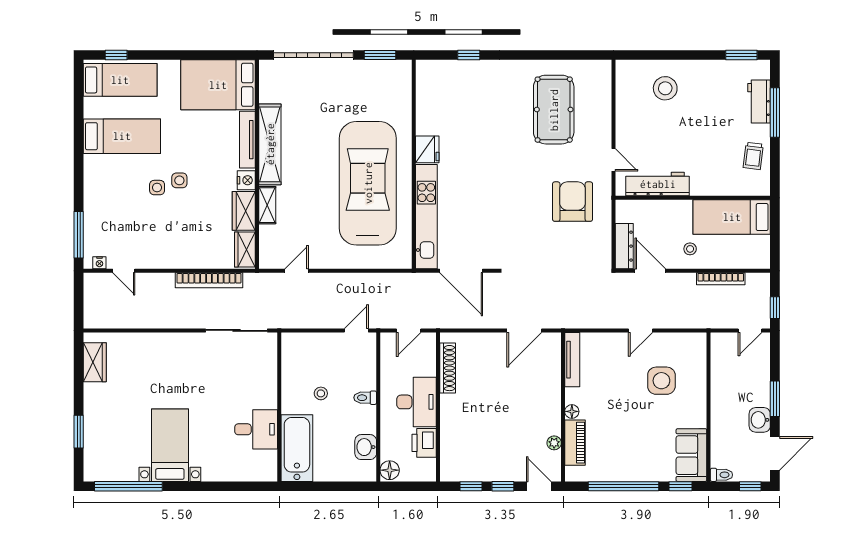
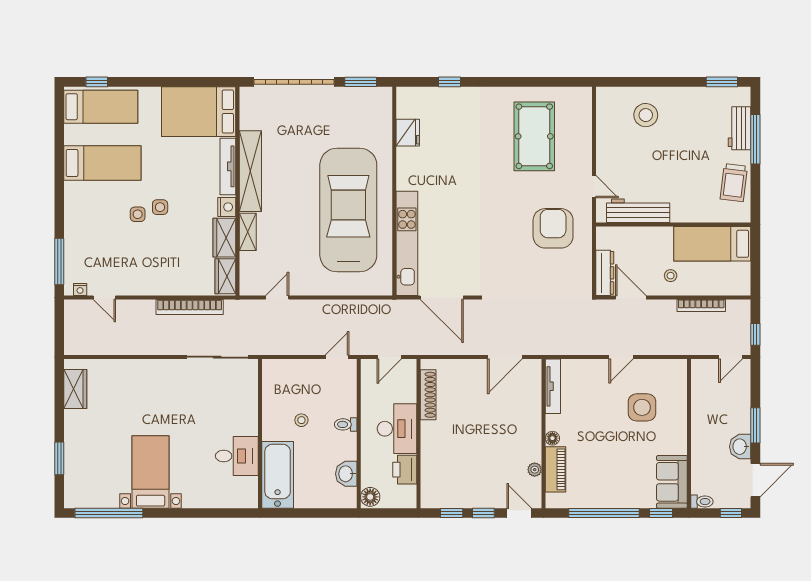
fridge: (427, 149) -> (408, 133), moved
trolley: (753, 156) -> (734, 183), width x1.36, depth x1.39

